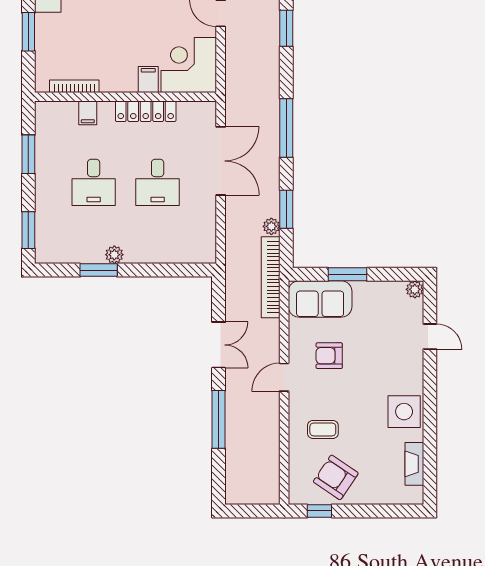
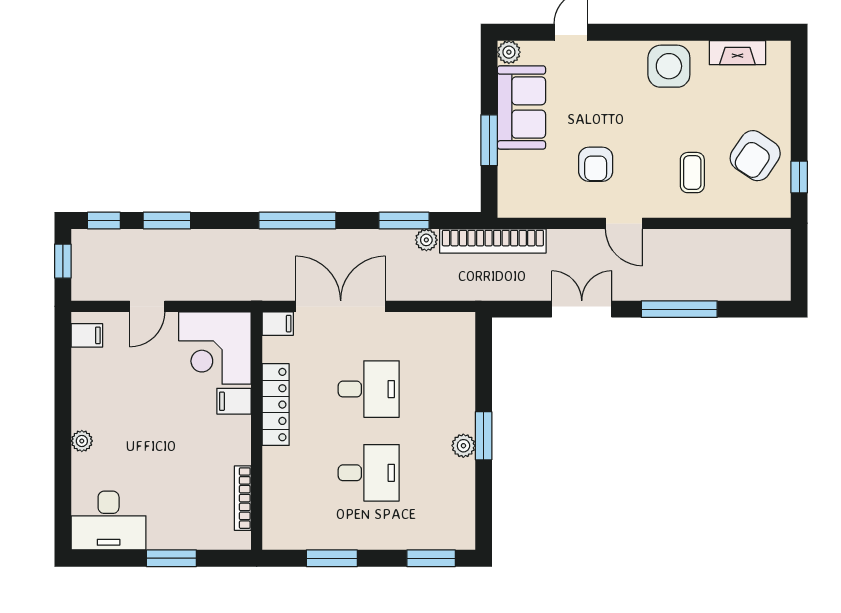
filing cabinet: (88, 113) -> (278, 324), moved
window: (99, 270) -> (484, 436), moved
sofa: (320, 299) -> (521, 107), moved

